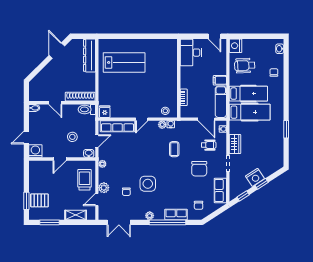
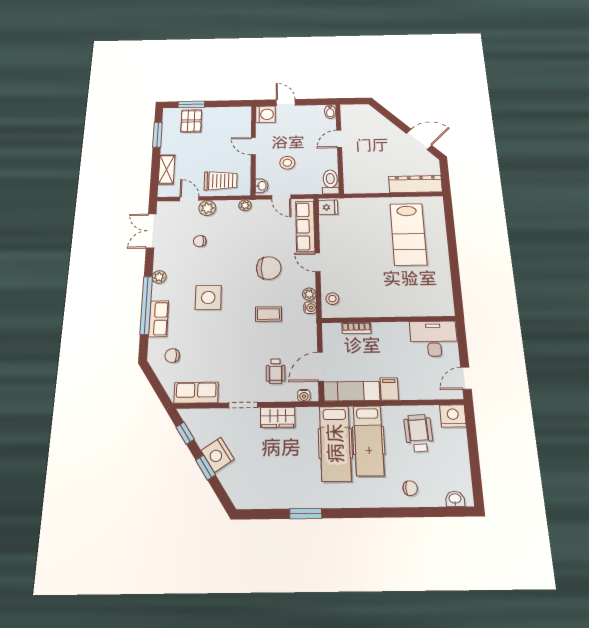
shoe rack: (80, 97) -> (350, 172), removed
chair: (199, 169) -> (269, 268), moved, turned 180
side table: (148, 184) -> (208, 297), moved

